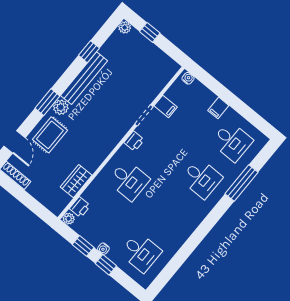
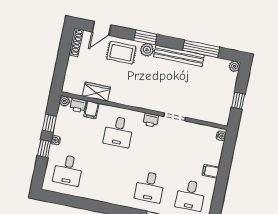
window: (150, 32) -> (238, 101), moved
window: (89, 52) -> (201, 49), width x2.17
filing cabinet: (166, 106) -> (91, 110), moved

